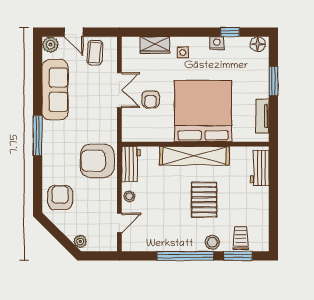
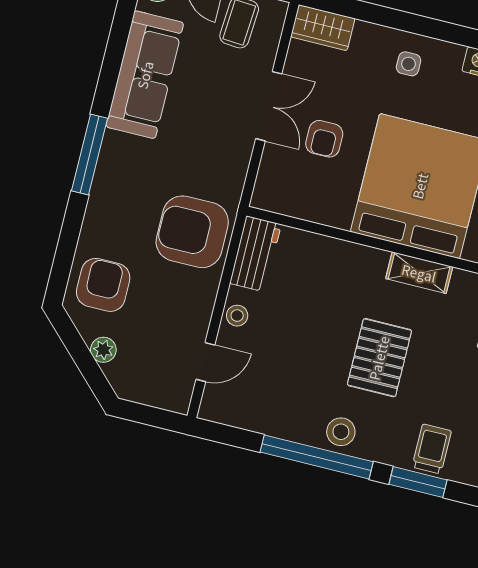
wardrobe: (155, 45) -> (323, 28), moved
shelving: (194, 156) -> (419, 273), width x0.45, depth x0.75
plant: (80, 241) -> (103, 350), moved
stool: (212, 242) -> (341, 432), moved

